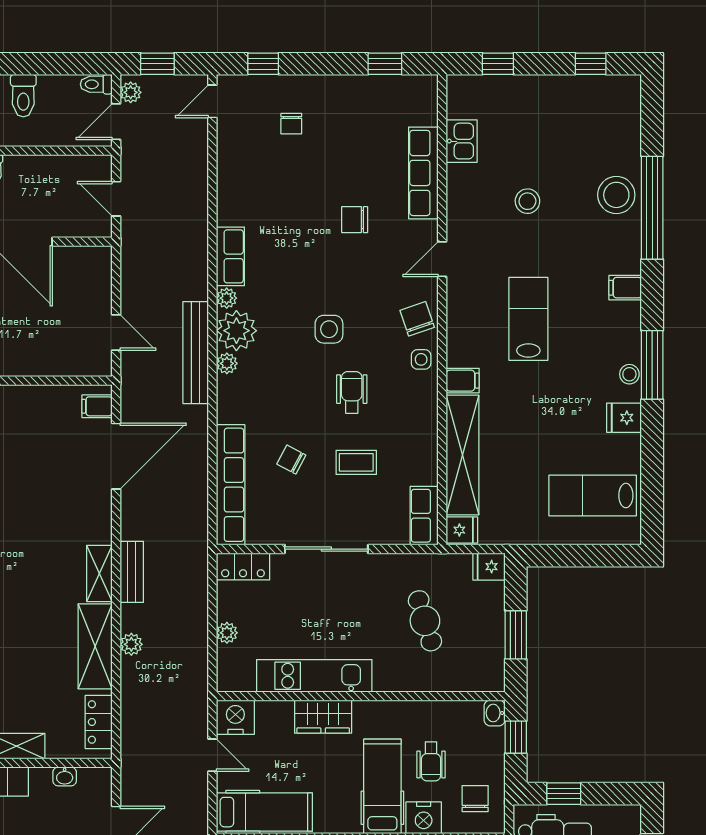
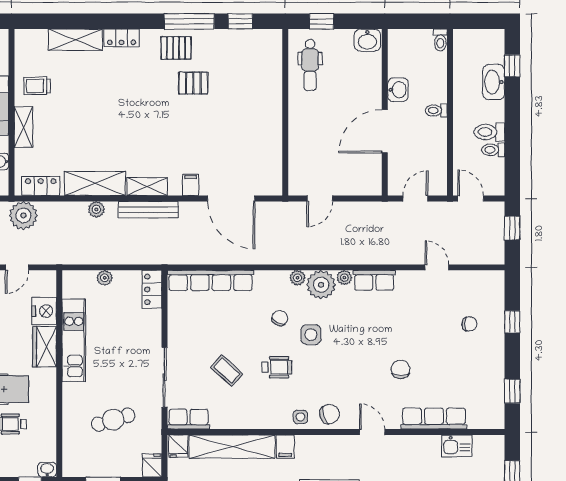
window: (263, 64) -> (512, 322), moved
toilet: (96, 84) -> (493, 150), moved, turned -90
plant: (131, 92) -> (23, 215), moved, width x1.87, depth x1.87
door: (212, 101) -> (437, 267), moved
chair: (291, 124) -> (469, 324), turned 180
side table: (329, 329) -> (311, 335), moved
bench: (196, 353) -> (305, 255), removed
filing cabinet: (97, 406) -> (191, 185), moved
chair: (291, 460) -> (280, 318), moved
coffee table: (356, 462) -> (227, 370), turned -48
sliding door: (326, 549) -> (165, 377), moved
bench: (132, 572) -> (148, 210), width x1.36
nightstand: (235, 717) -> (44, 311), moved

